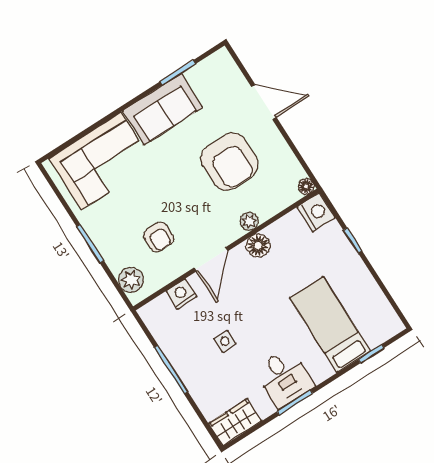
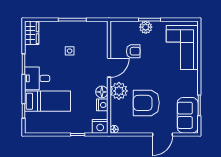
sofa: (163, 109) -> (188, 115), moved
plant: (249, 221) -> (119, 91), width x1.87, depth x1.87
armchair: (159, 237) -> (133, 51), turned 180
door: (211, 259) -> (109, 68), swing flipped
plant: (131, 280) -> (146, 27), moved
nightstand: (181, 294) -> (102, 105), moved
desk: (284, 378) -> (37, 78), moved

